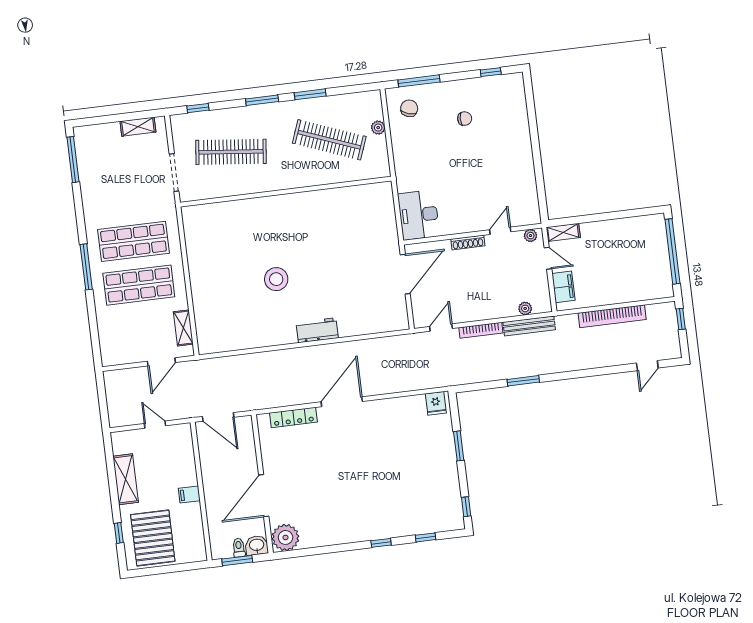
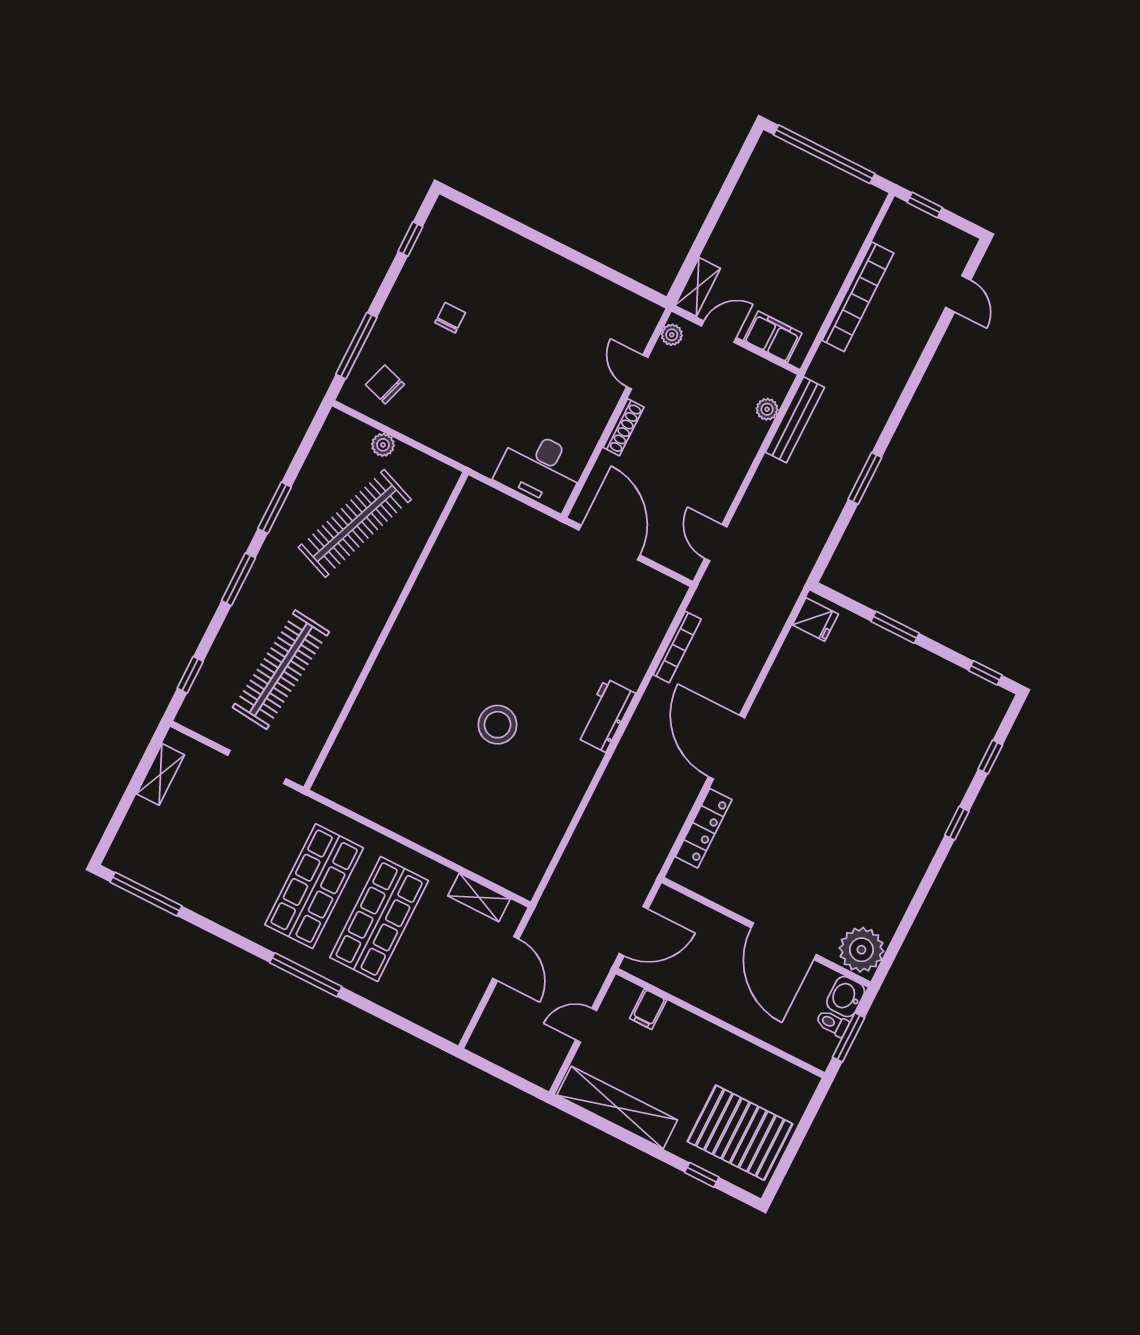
bookcase: (481, 330) -> (677, 647), moved
shelving: (126, 479) -> (617, 1107), width x1.47
filing cabinet: (189, 494) -> (648, 1009), moved

